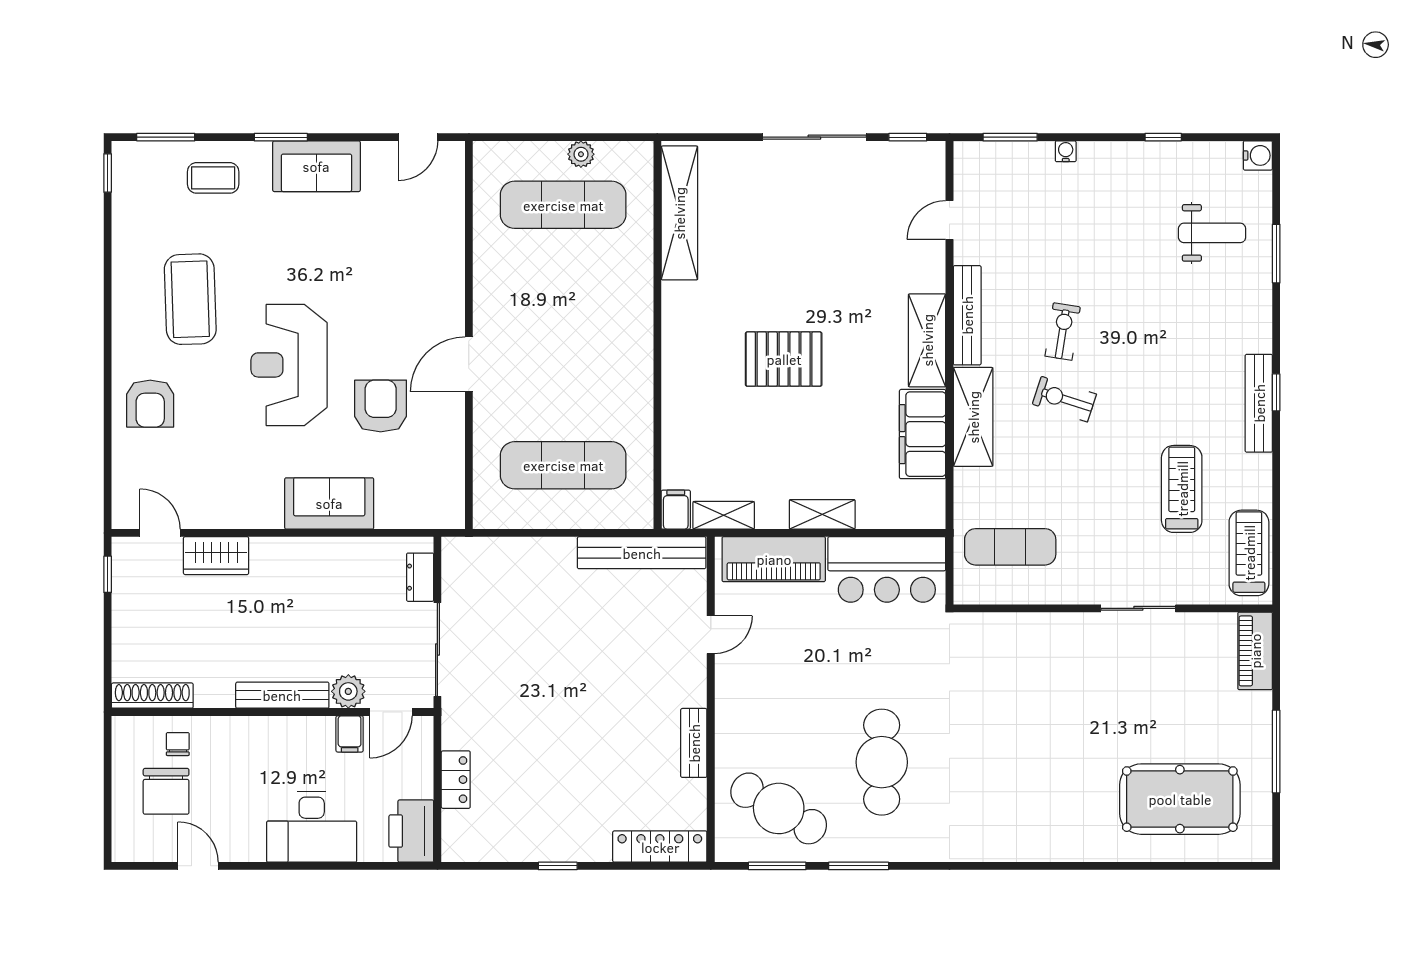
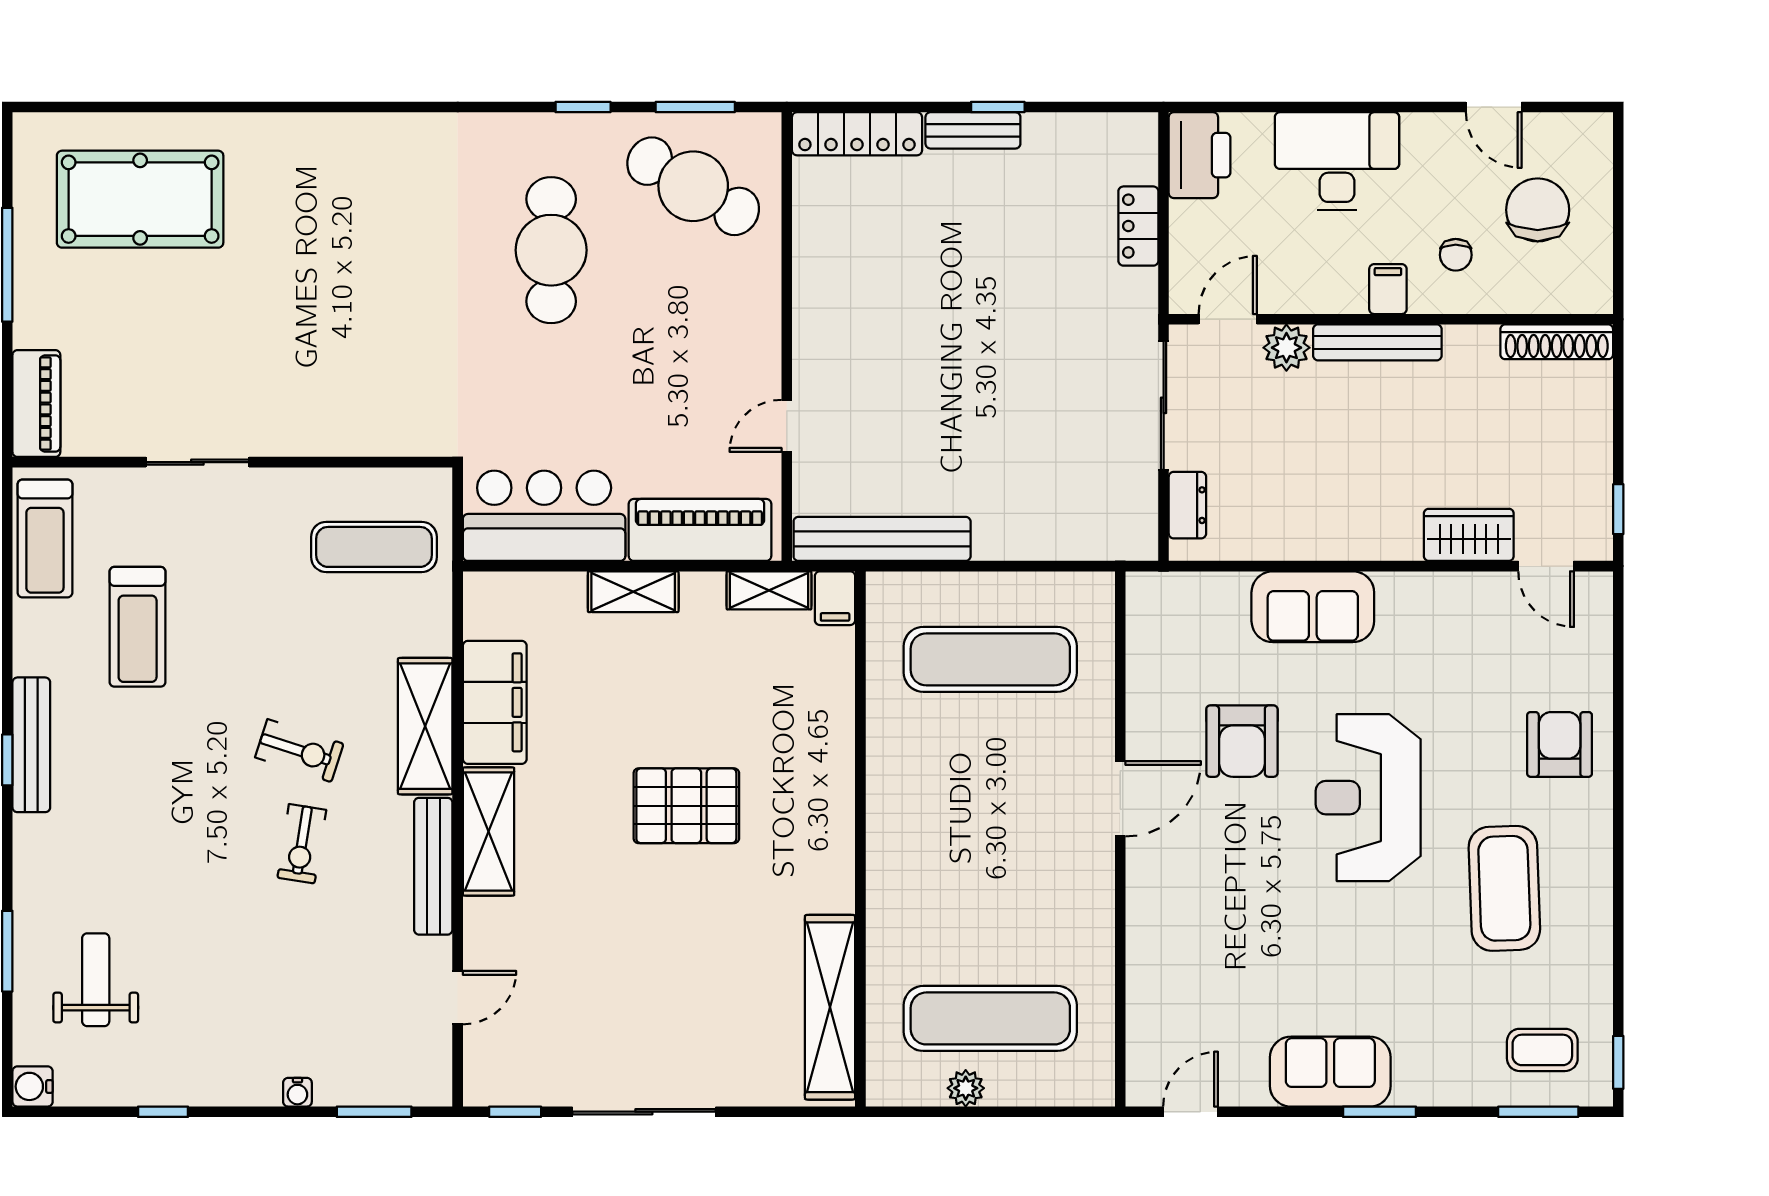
coffee table: (213, 178) -> (1542, 1050), moved
weight bench: (1212, 233) -> (96, 980), turned 90
reception desk: (289, 365) -> (1368, 798), turned 180
filing cabinet: (350, 734) -> (1388, 289), moved
bench: (694, 743) -> (973, 130), moved, turned 90
chair: (178, 744) -> (1456, 255), moved
window: (859, 866) -> (583, 107), width x0.67

